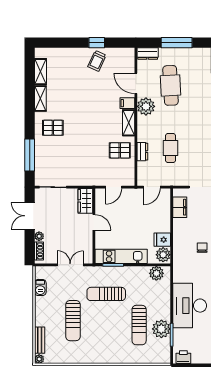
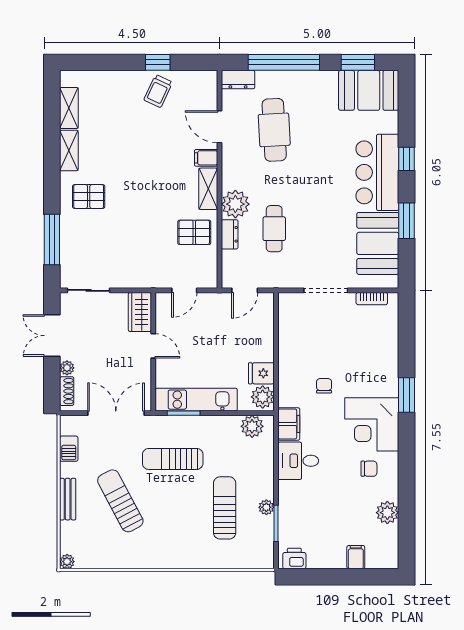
window: (177, 43) -> (284, 62), width x1.46
plant: (146, 106) -> (235, 204), moved
filing cabinet: (180, 207) -> (289, 424), moved
double door: (70, 265) -> (116, 413), width x1.37
desk: (190, 306) -> (298, 461), width x0.53, depth x0.77
sun lounger: (73, 321) -> (120, 501), turned 152
sun lounger: (139, 325) -> (225, 508), turned 180
plant: (161, 329) -> (266, 507), width x0.53, depth x0.53
bench: (40, 340) -> (68, 499), moved

